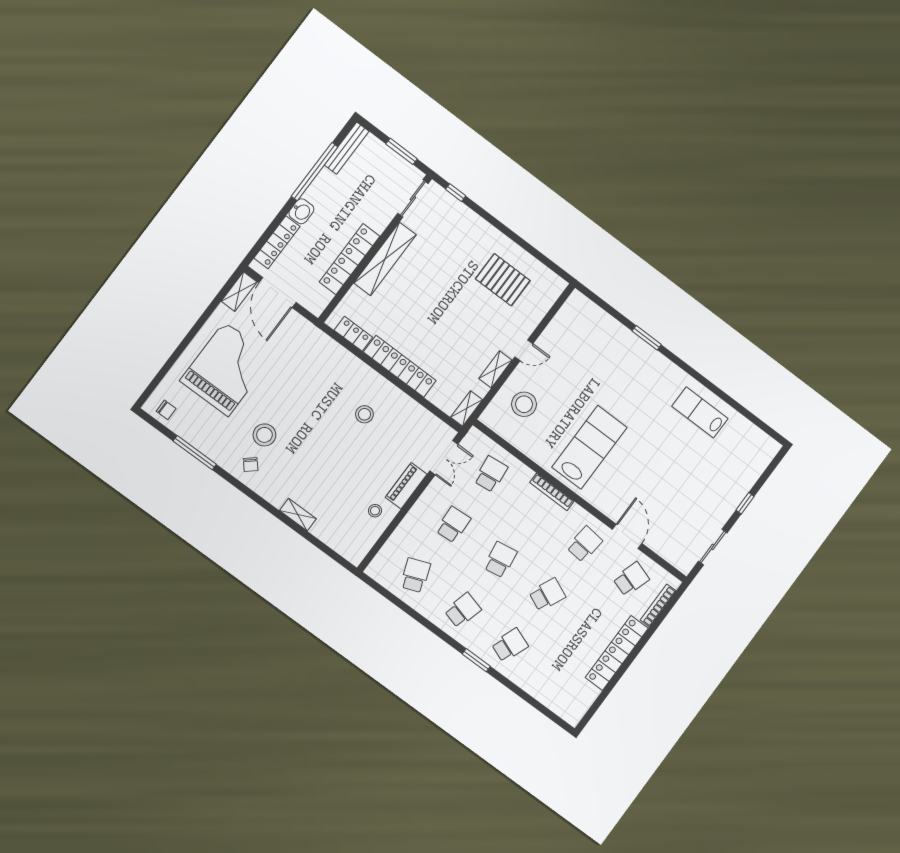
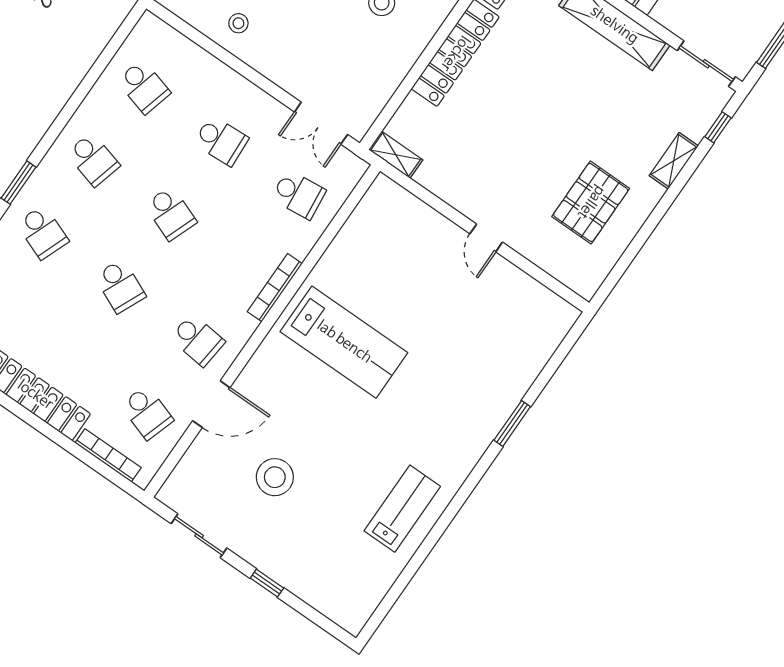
shelving: (495, 369) -> (674, 161), moved, turned 90
stool: (524, 404) -> (275, 477), moved
piano: (406, 486) -> (277, 68), removed
school desk: (500, 560) -> (171, 213), turned 30
school desk: (415, 575) -> (144, 87), turned 36

